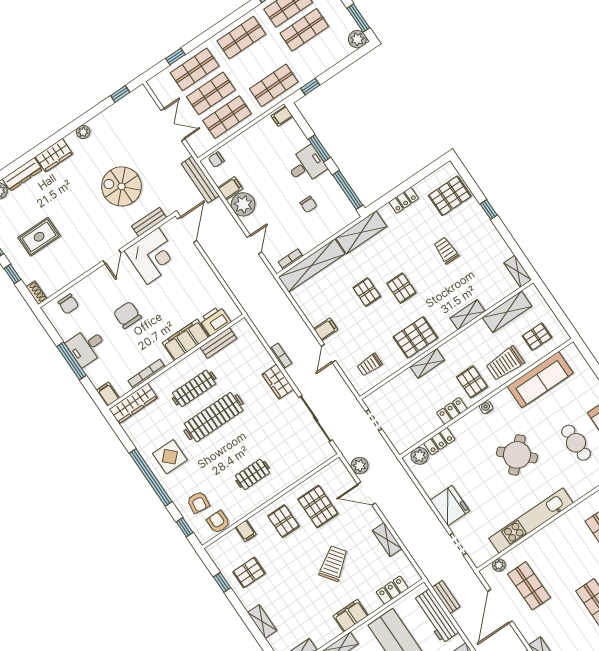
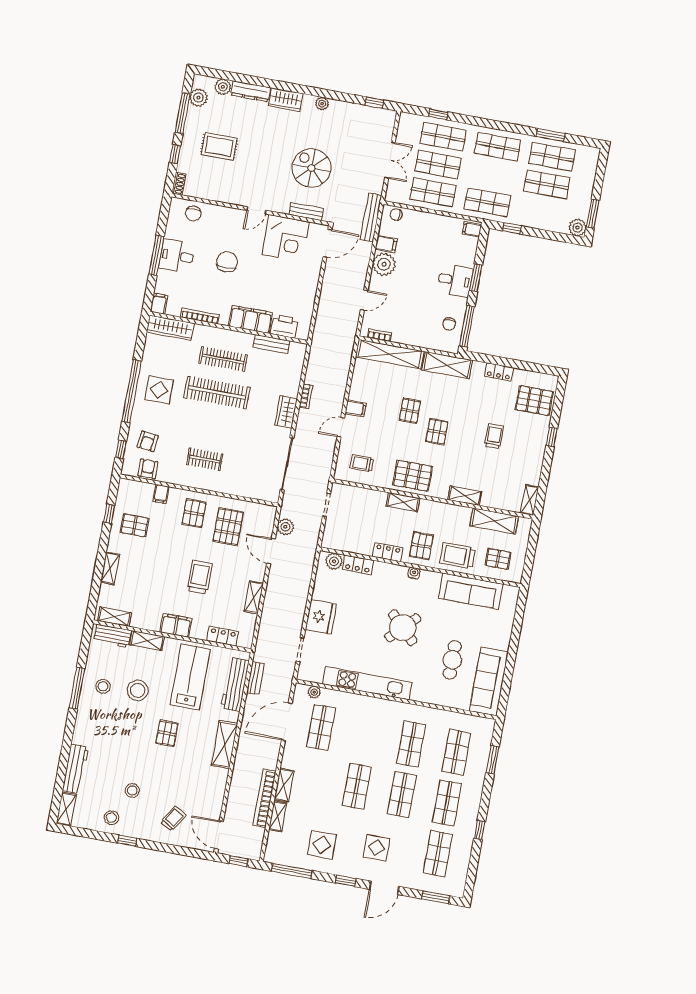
chair: (308, 204) -> (449, 324), moved
trolley: (333, 564) -> (200, 577), turned -54

